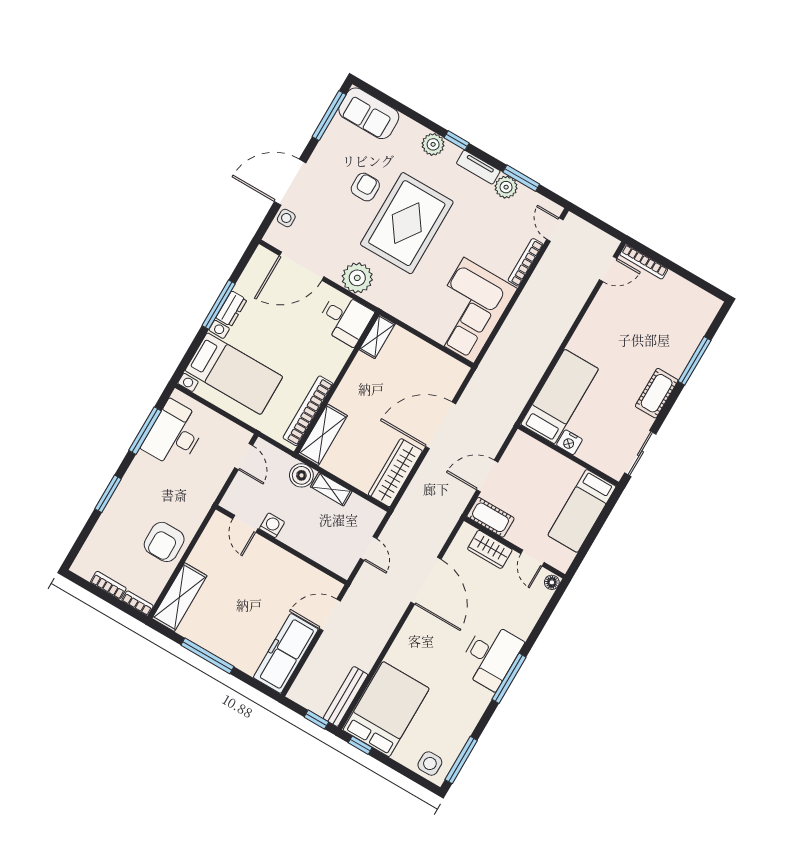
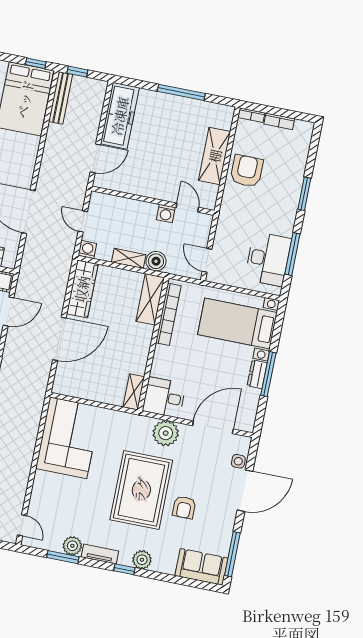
bookcase: (526, 262) -> (36, 491), removed
washing machine: (374, 515) -> (87, 249), added
shelving: (179, 597) -> (215, 156), moved

